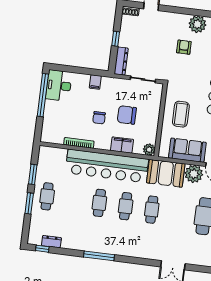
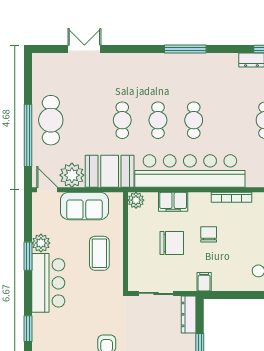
filing cabinet: (95, 82) -> (204, 282), moved

